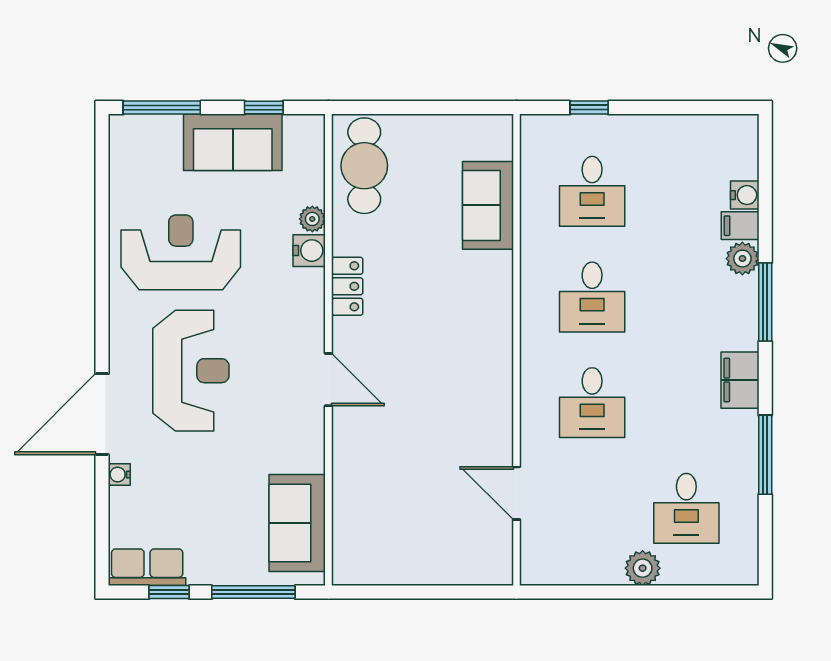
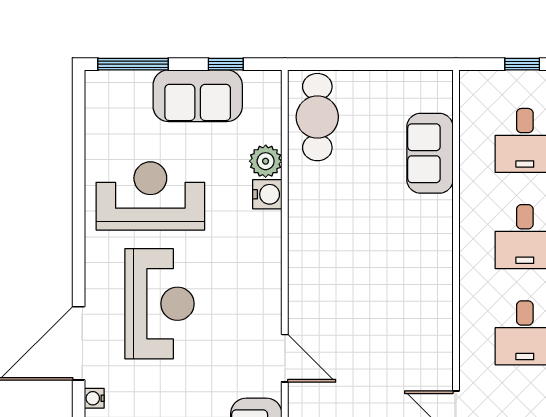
plant: (312, 219) -> (266, 161), width x1.38, depth x1.38
locker: (347, 286) -> (302, 227), removed
door: (328, 380) -> (285, 358), moved

